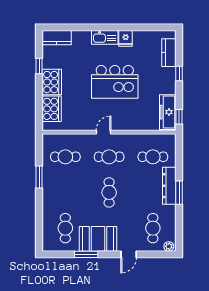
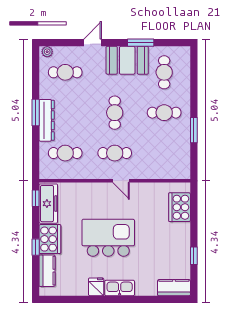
cooker: (52, 82) -> (50, 239), moved, turned 180
door: (104, 132) -> (121, 181), hinge flipped
cafe table: (65, 157) -> (164, 113), moved
cafe table: (153, 228) -> (65, 72), turned 90

